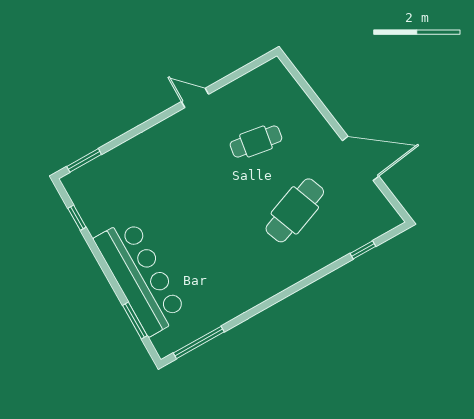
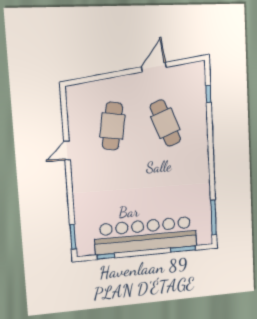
cafe table: (256, 141) -> (112, 126), width x1.37, depth x1.35
door: (361, 158) -> (154, 67), width x0.73
bar counter: (141, 277) -> (146, 235), width x1.36

